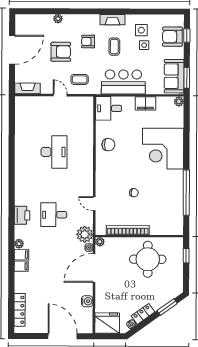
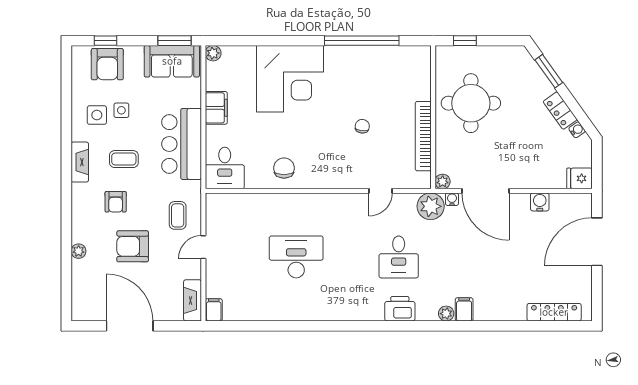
armchair: (61, 52) -> (133, 246), turned -90
filing cabinet: (21, 266) -> (214, 310), moved
fridge: (107, 323) -> (579, 178), width x0.53, depth x0.75

